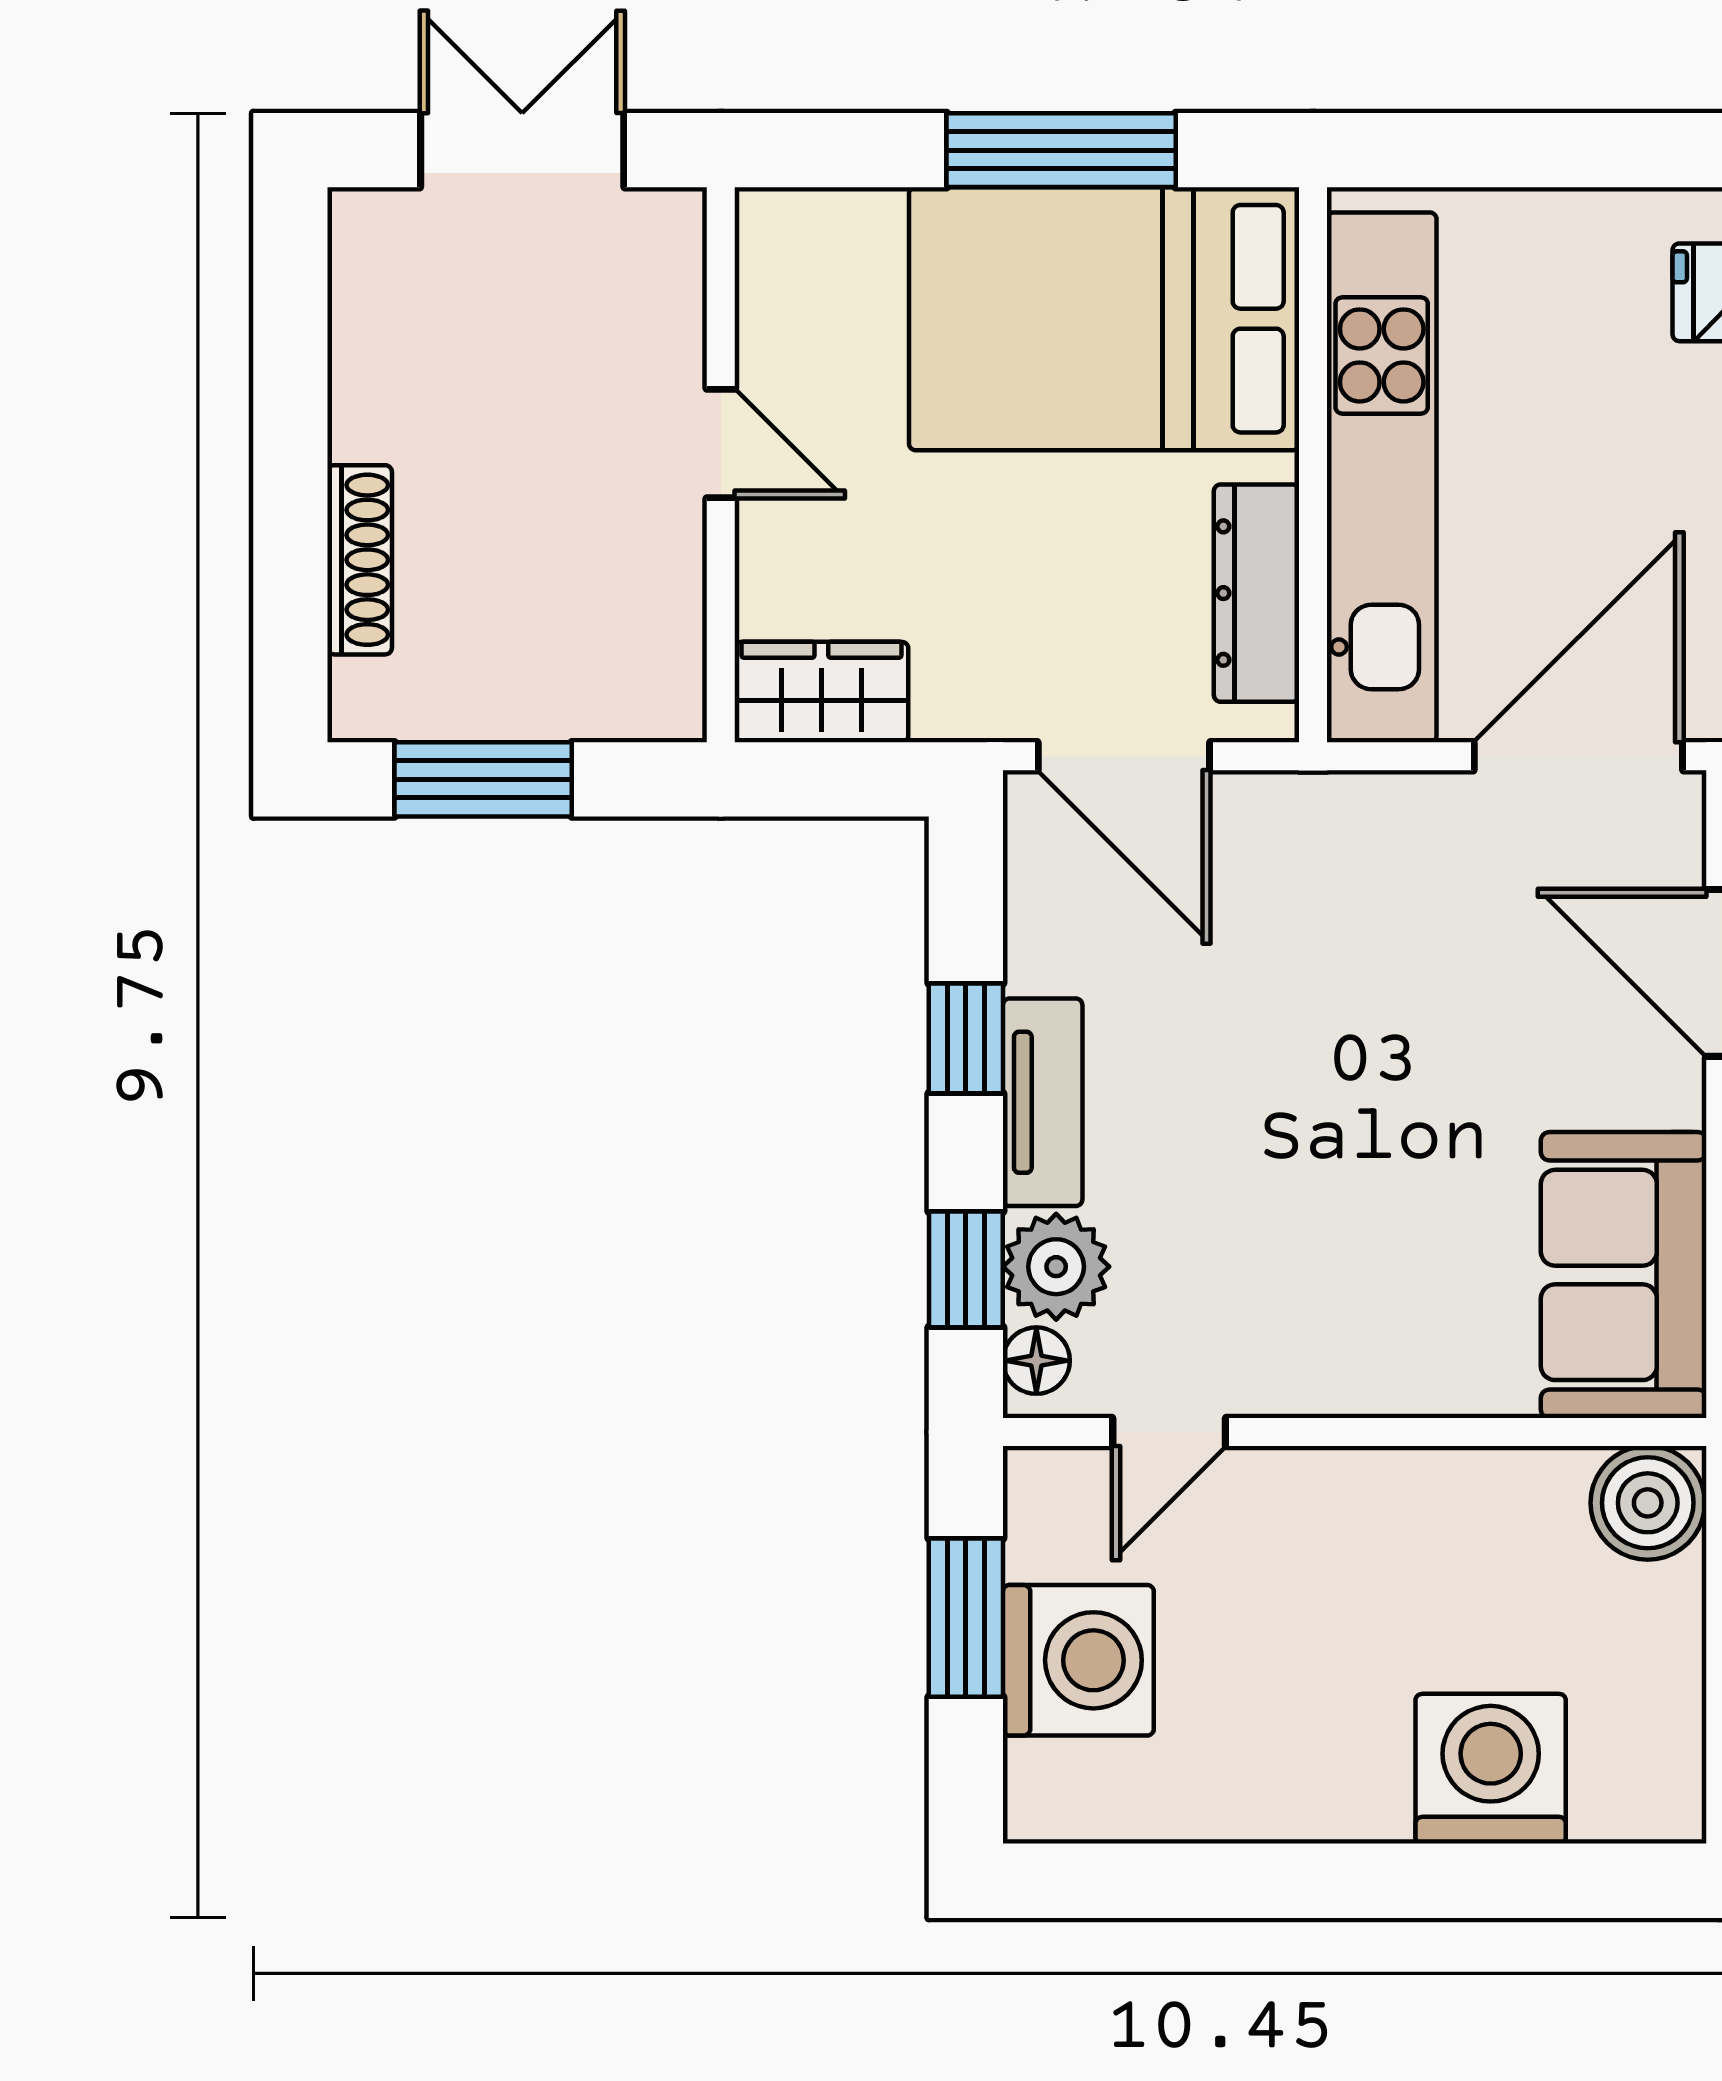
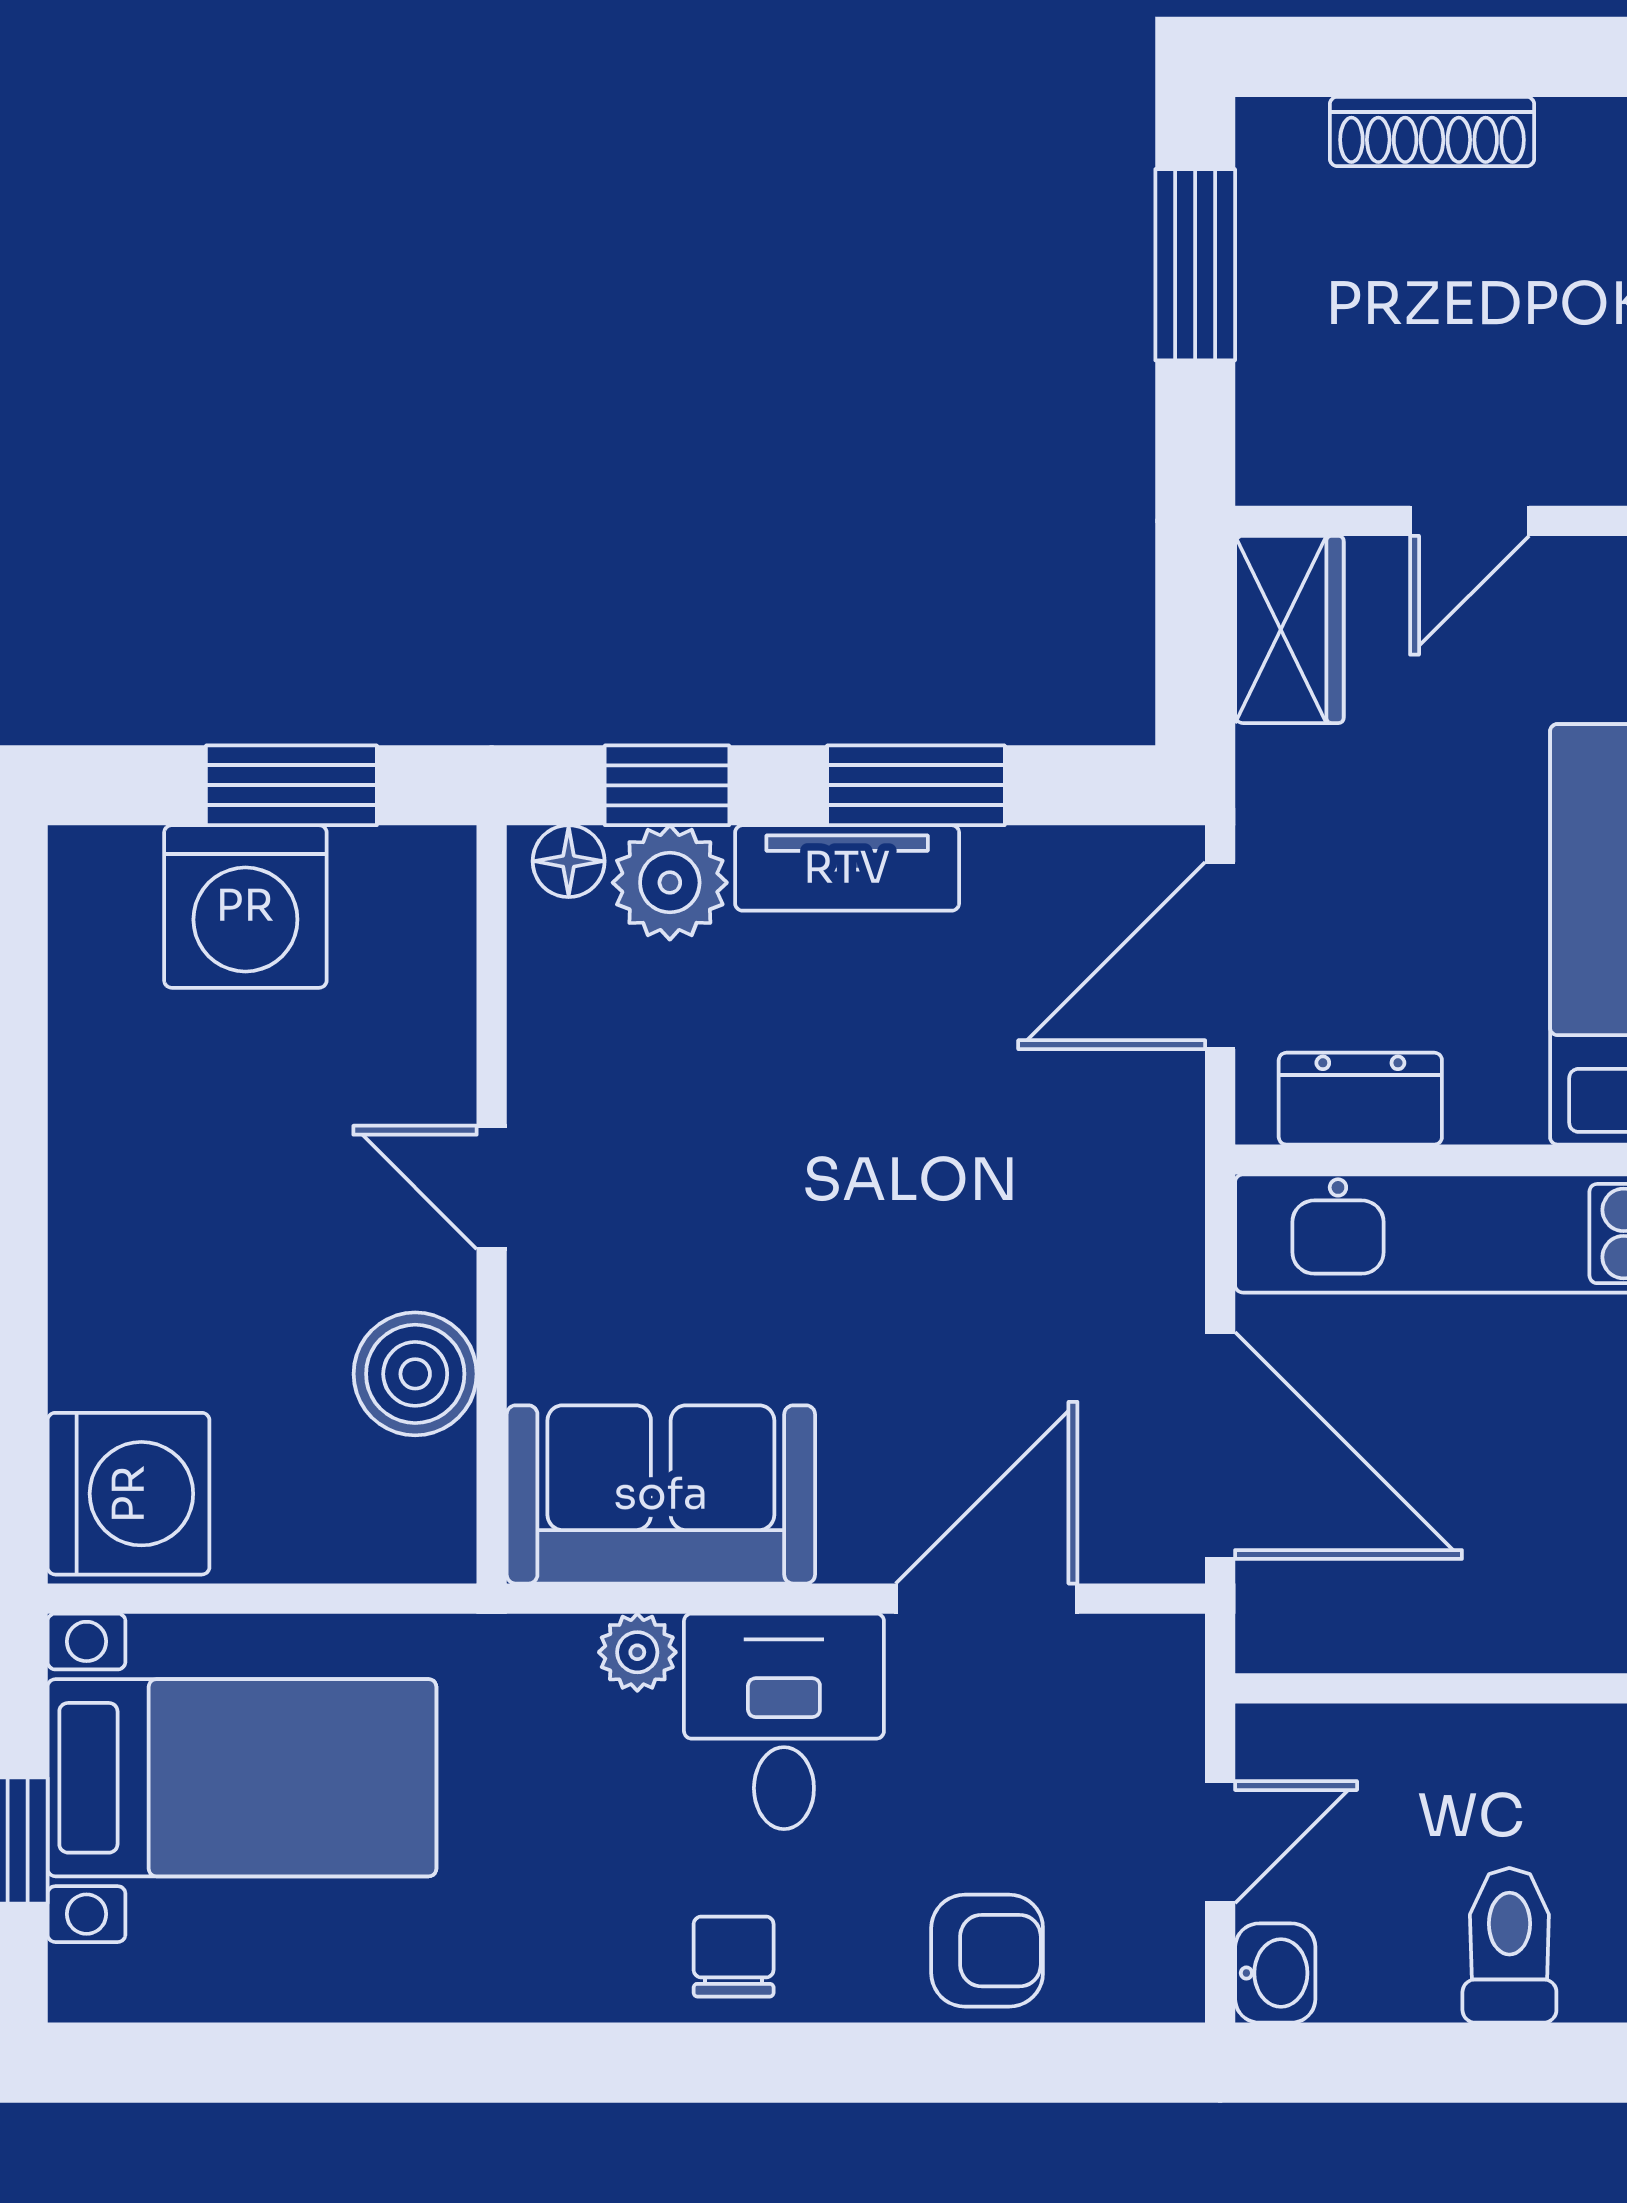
door: (721, 444) -> (1470, 521), moved
dresser: (1257, 593) -> (1360, 1099), width x0.70
window: (966, 1038) -> (916, 785), width x1.50
door: (1169, 1432) -> (492, 1187), moved
boiler: (1648, 1503) -> (415, 1374), moved
washing machine: (1491, 1769) -> (129, 1494), moved

